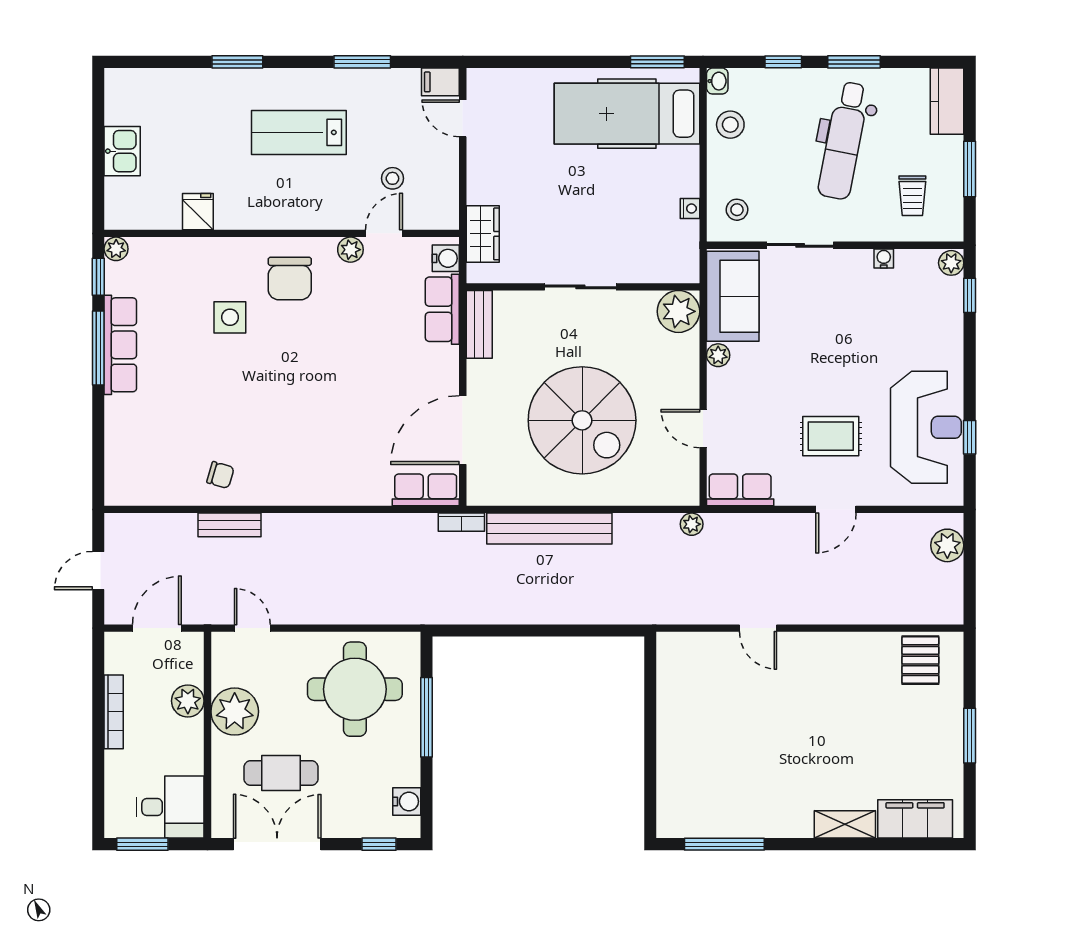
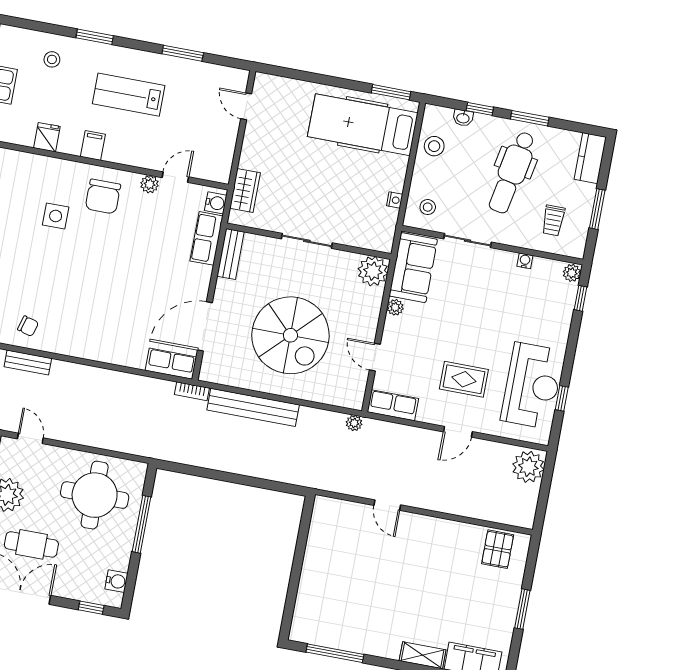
washbasin: (717, 81) -> (463, 118), moved, turned 90
filing cabinet: (440, 82) -> (93, 145), moved, turned 90
stool: (392, 178) -> (52, 59), moved
plant: (947, 545) -> (528, 467), width x1.36, depth x1.36

